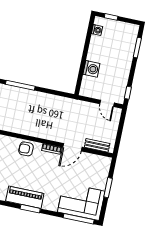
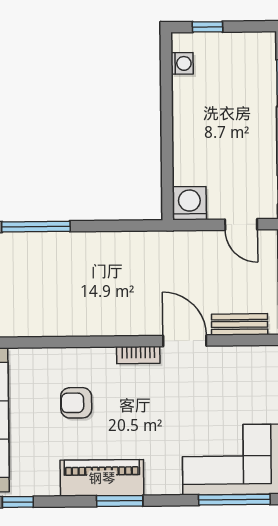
washing machine: (91, 69) -> (189, 203), moved, turned -90
door: (72, 147) -> (185, 341), swing flipped
armchair: (26, 149) -> (76, 403), moved

